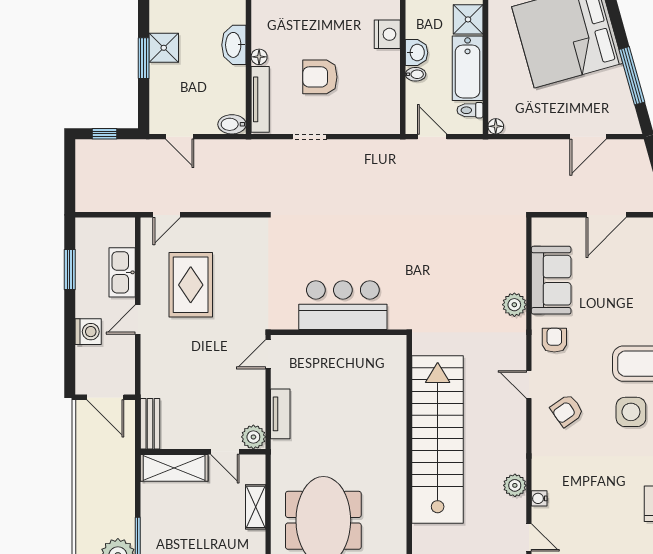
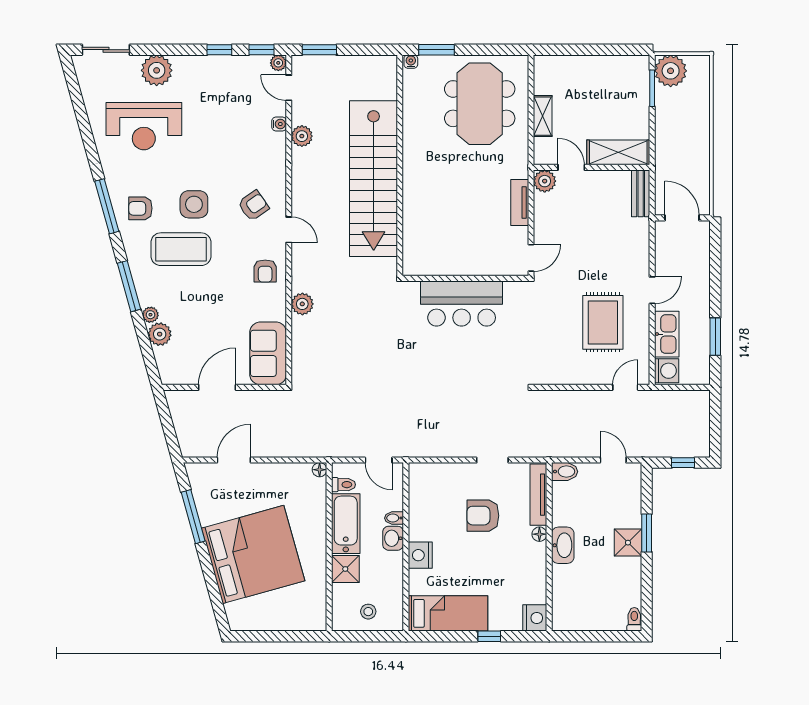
armchair: (320, 77) -> (483, 516), turned 180
sofa: (551, 280) -> (268, 353), moved
washing machine: (88, 332) -> (667, 371), moved, turned 180

